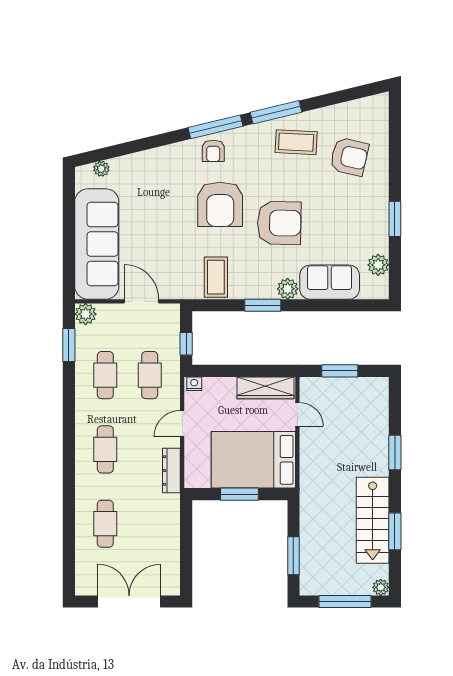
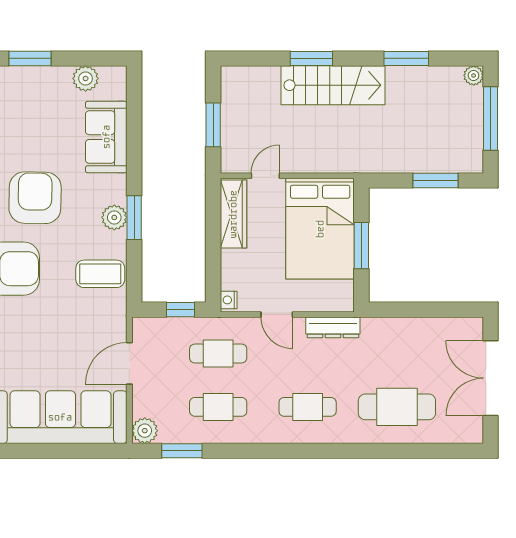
plant: (288, 289) -> (114, 217), moved
stairs: (373, 520) -> (333, 85), moved
cafe table: (105, 524) -> (397, 407), width x1.37, depth x1.35

